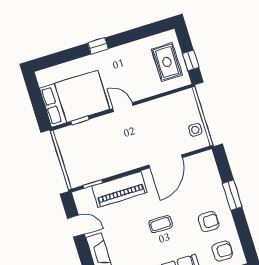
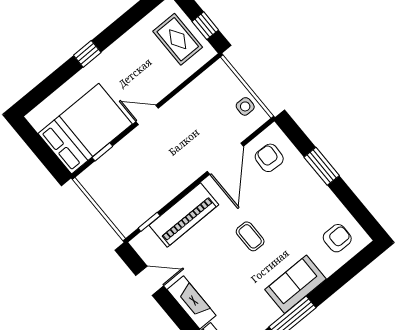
armchair: (209, 222) -> (269, 158), moved, turned -87
coffee table: (161, 224) -> (250, 236), turned 90

